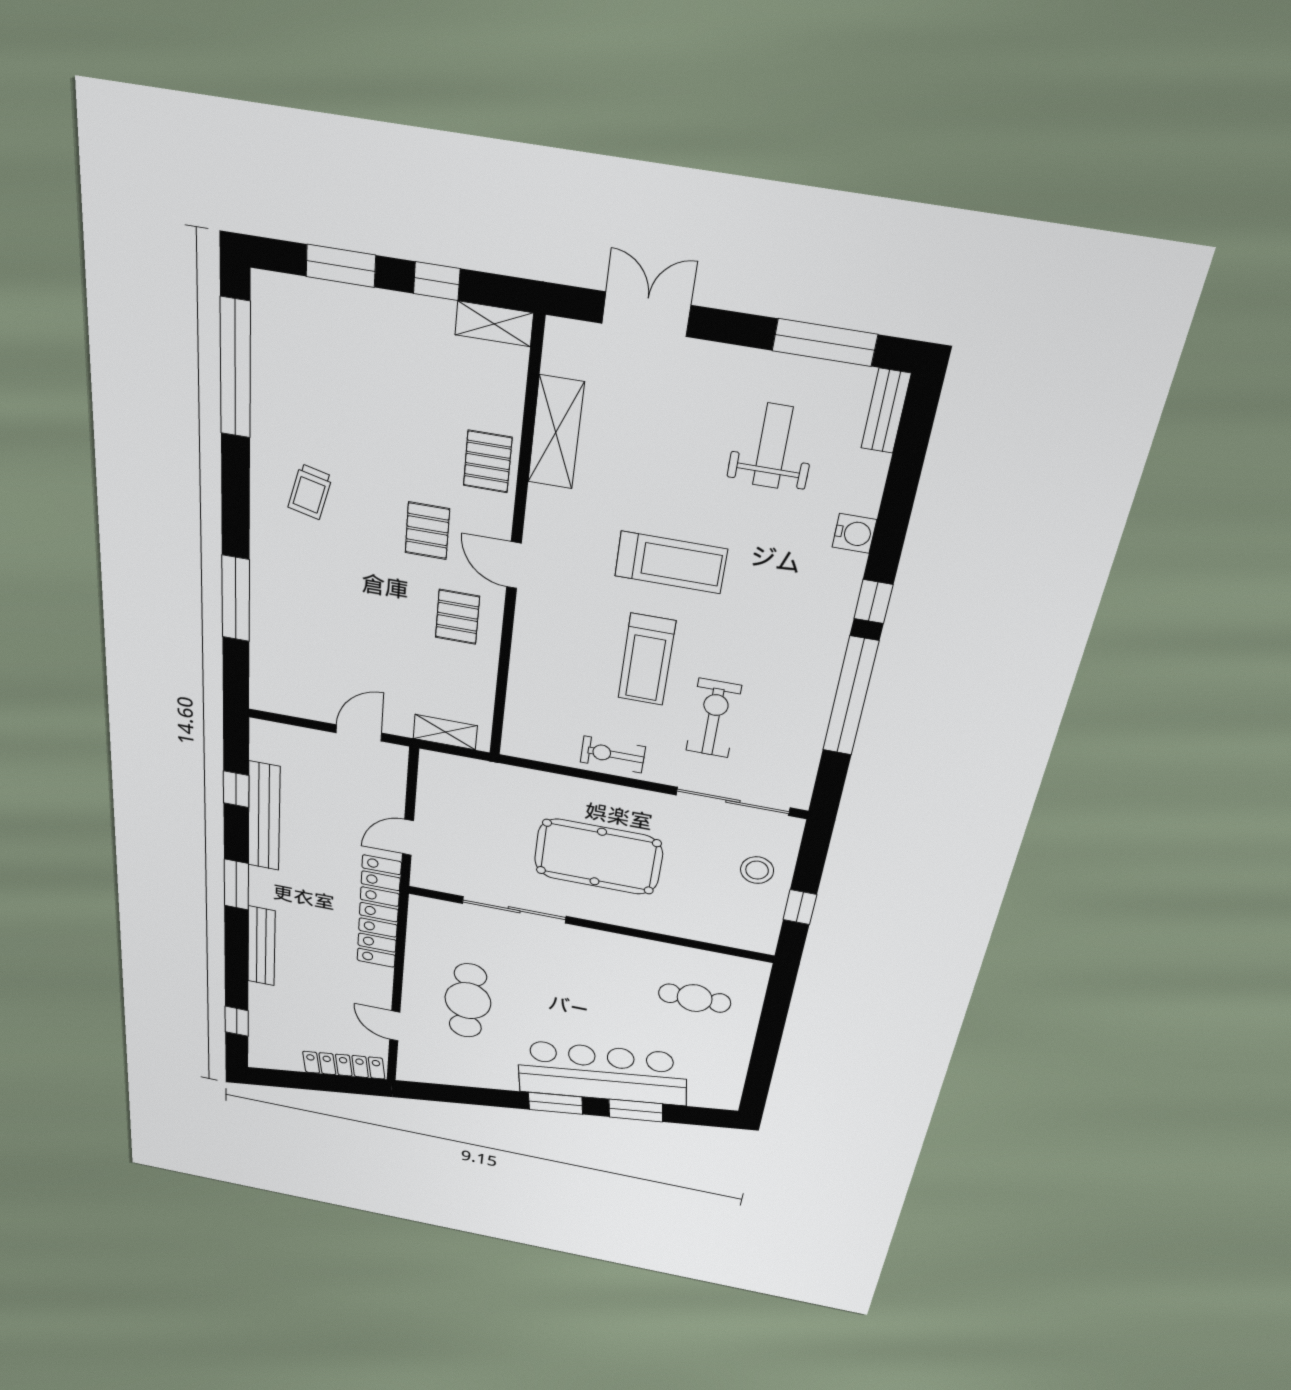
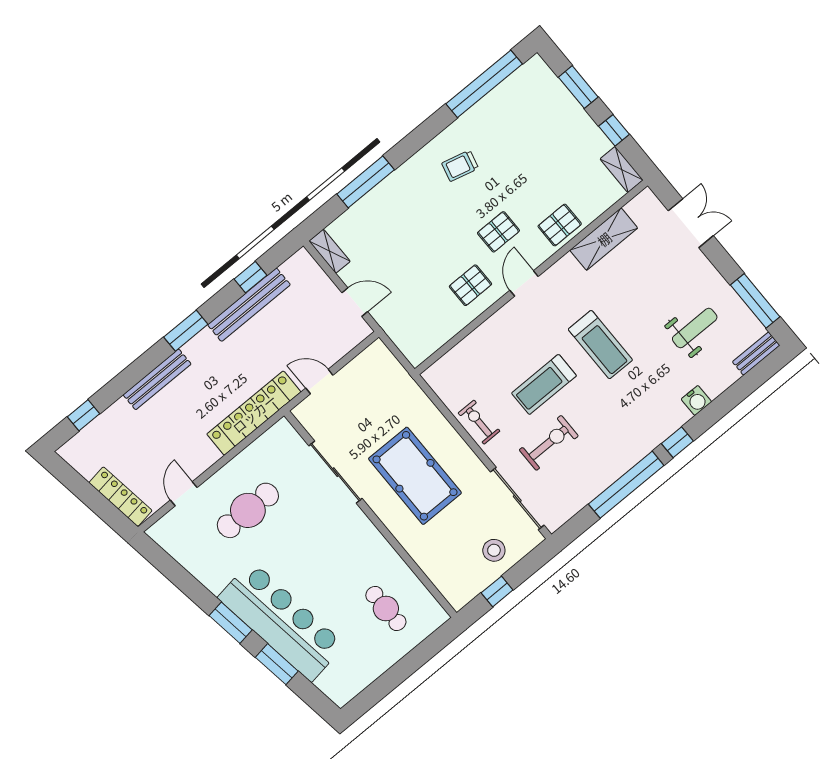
shelving: (445, 732) -> (329, 251), moved

